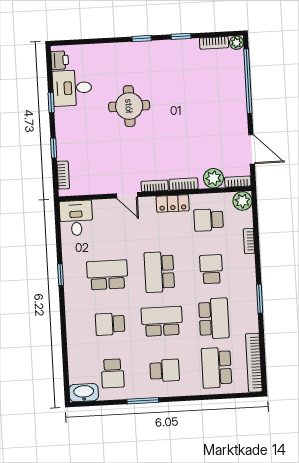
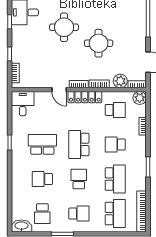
round table: (180, 126) -> (99, 43), added
locker: (173, 204) -> (85, 97), width x1.53
school desk: (209, 220) -> (115, 110), turned 180
school desk: (211, 269) -> (115, 144), turned -90
school desk: (162, 321) -> (79, 179), width x0.54
school desk: (217, 368) -> (115, 214), turned 180

